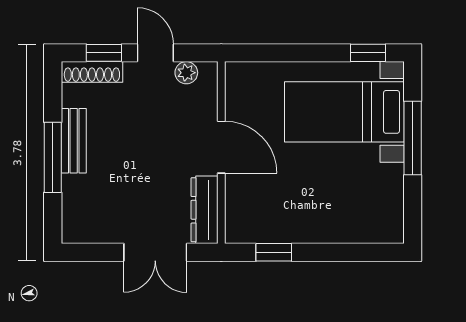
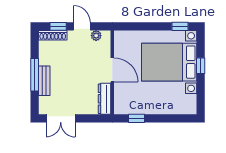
bed with nightstands: (344, 112) -> (169, 62), width x1.36
window: (413, 138) -> (201, 66), width x0.46
bench: (74, 141) -> (44, 81), moved
double door: (155, 252) -> (61, 118), moved

